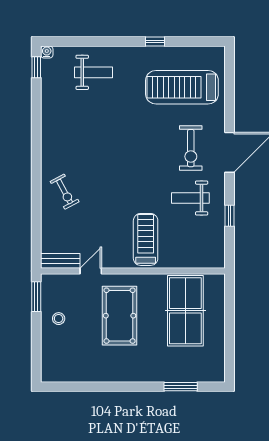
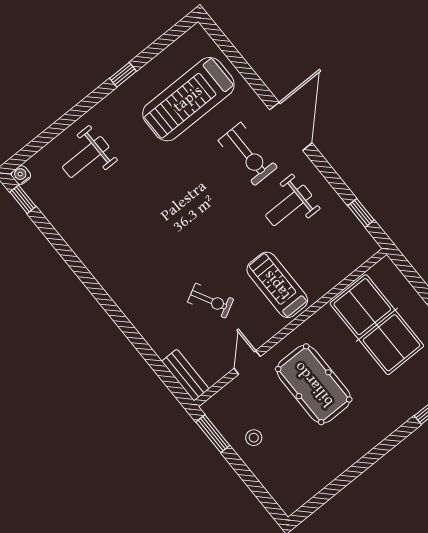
weight bench: (94, 72) -> (86, 157), turned 180
exercise bike: (65, 192) -> (211, 301), moved
window: (230, 216) -> (361, 213), moved
bench: (60, 261) -> (185, 375), moved, turned 90

